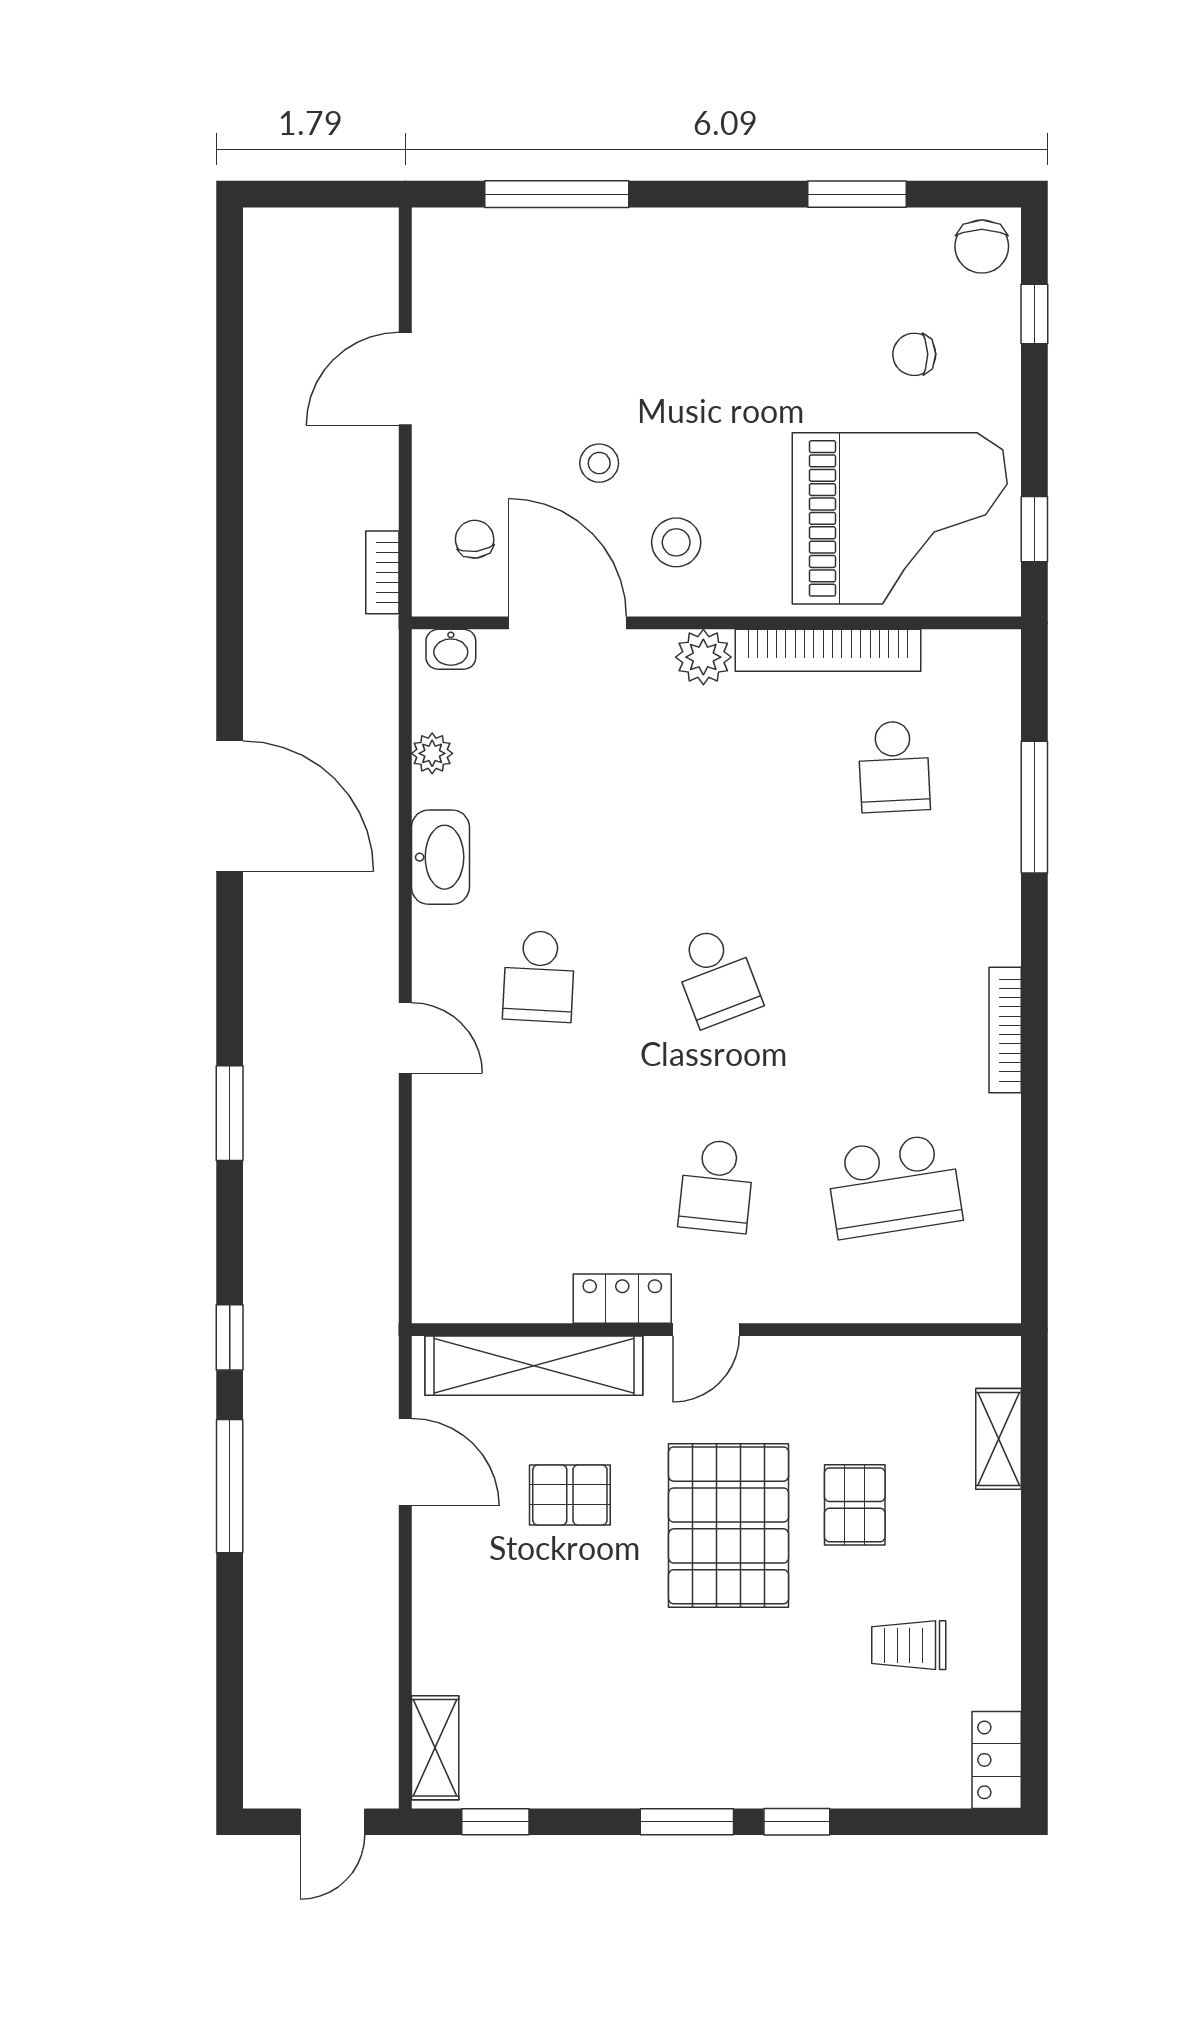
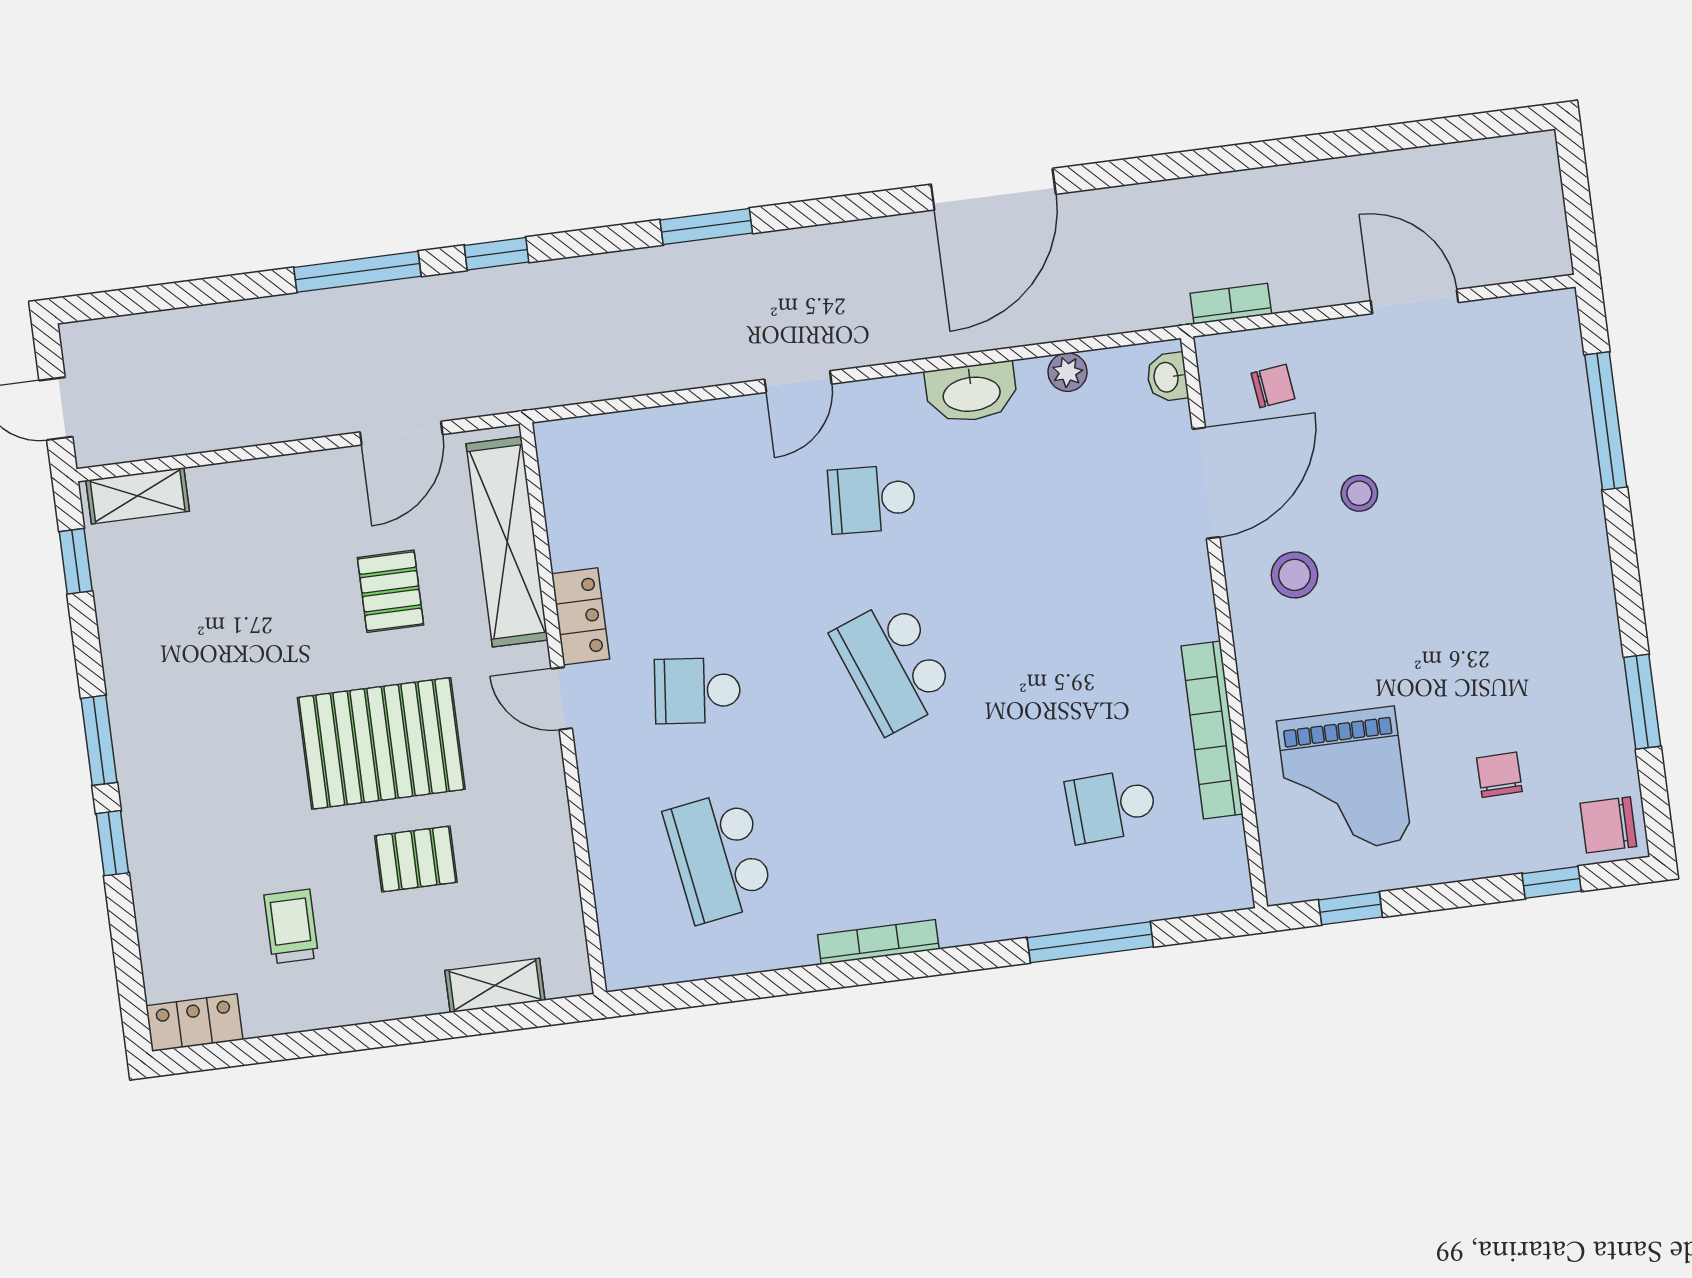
grand piano: (900, 518) -> (1344, 781), width x0.73, depth x0.68
plant: (703, 657) -> (1191, 614), removed
school desk: (716, 976) -> (894, 665), width x1.85

